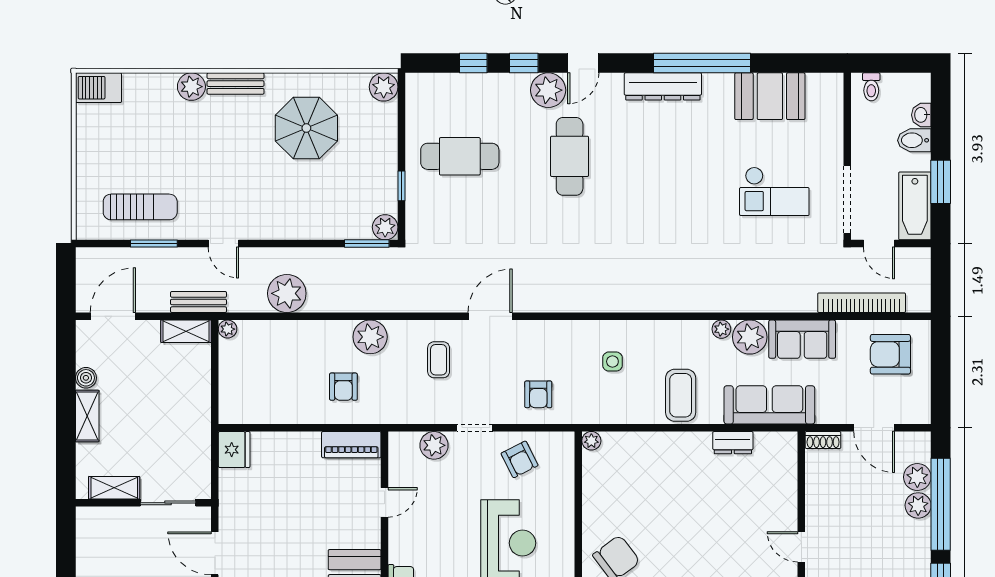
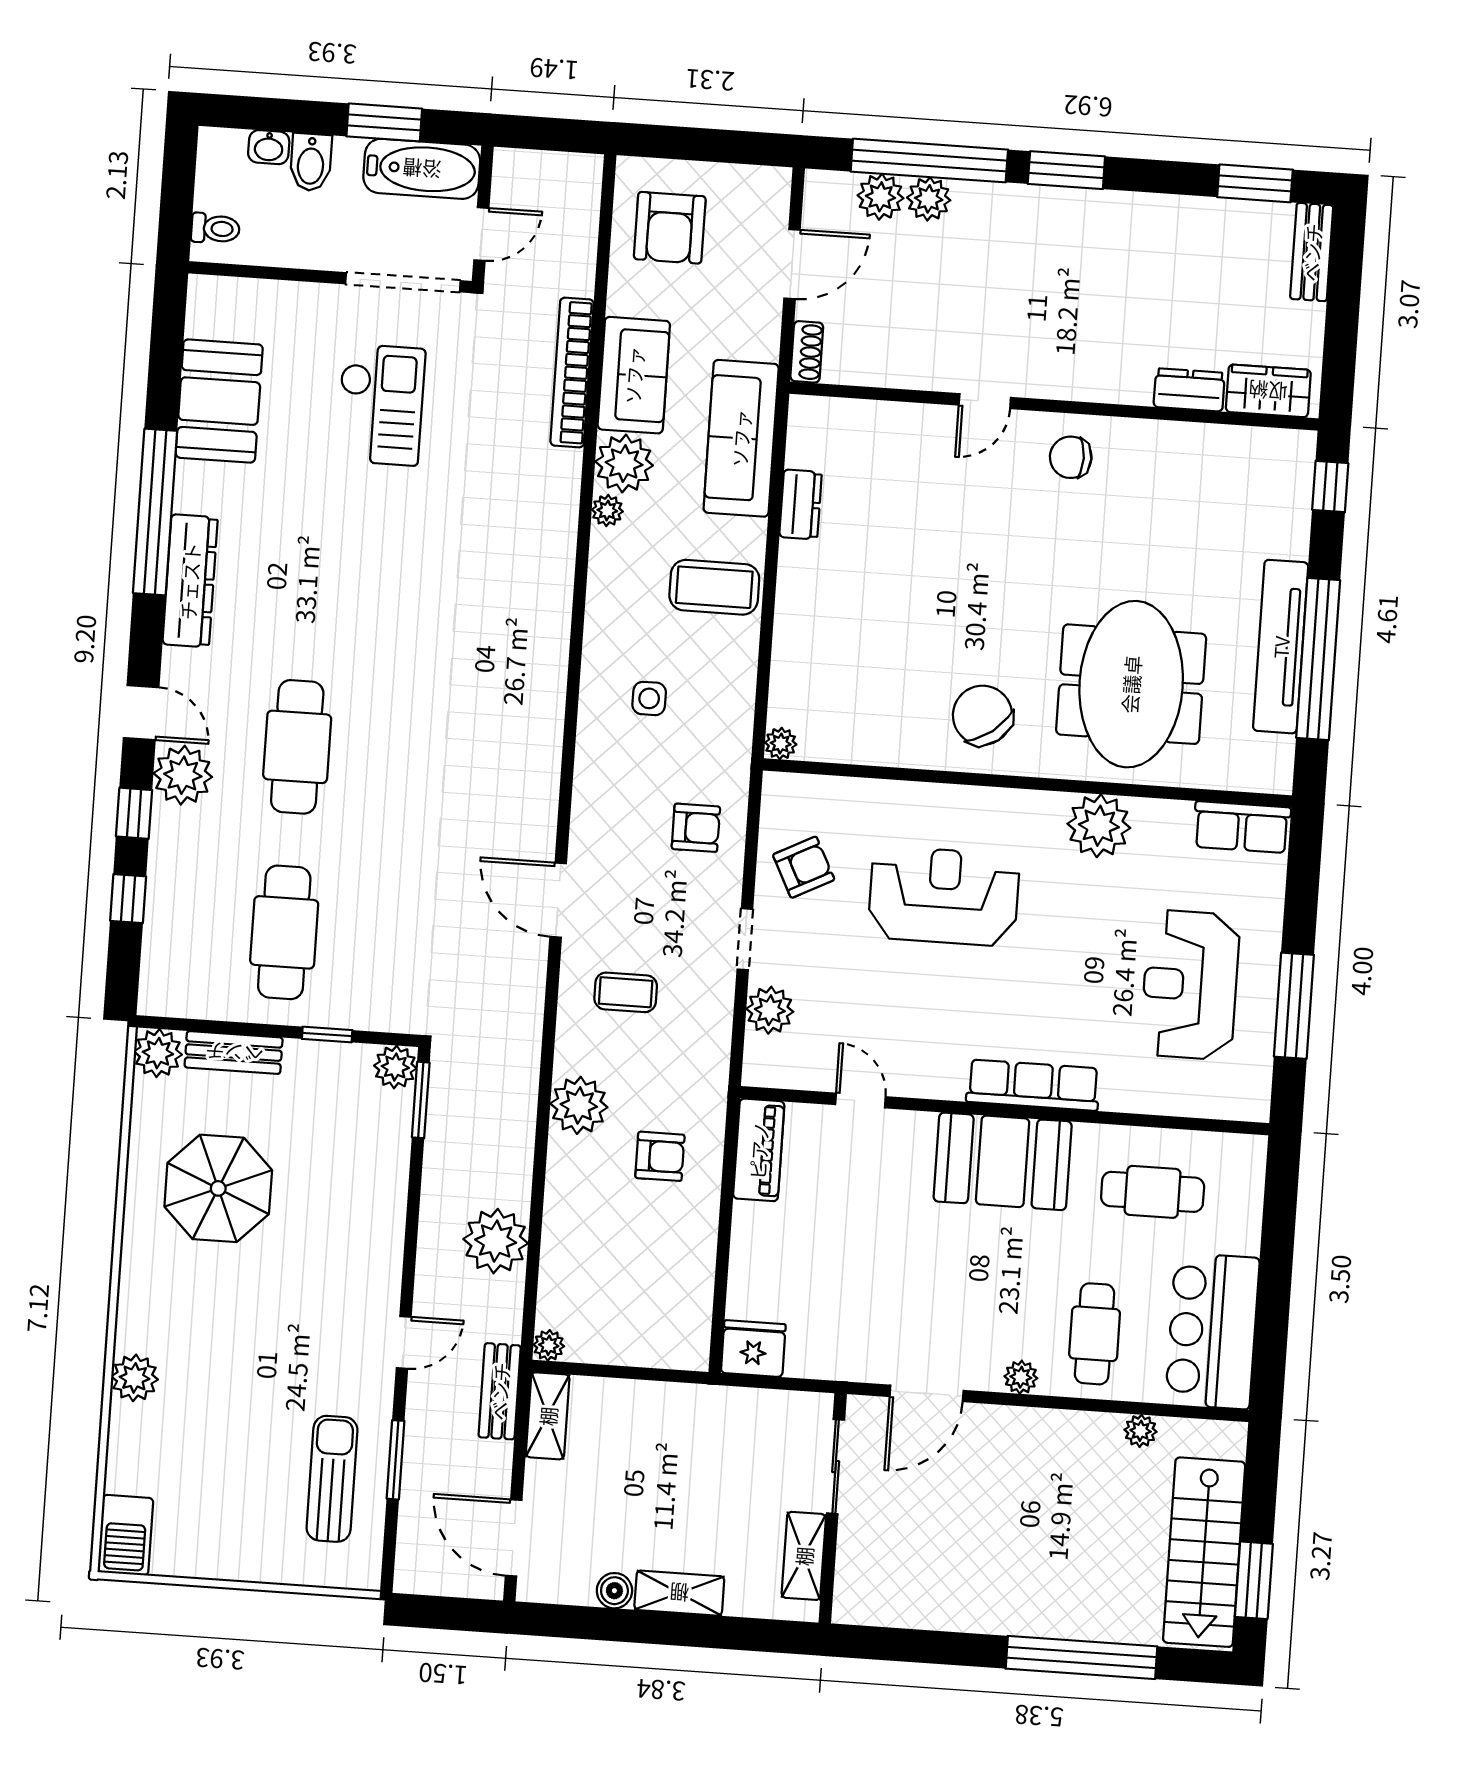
bench: (236, 84) -> (234, 1053), moved, turned 90
cafe table: (570, 156) -> (297, 747), turned 90
bookcase: (862, 303) -> (572, 373), moved

